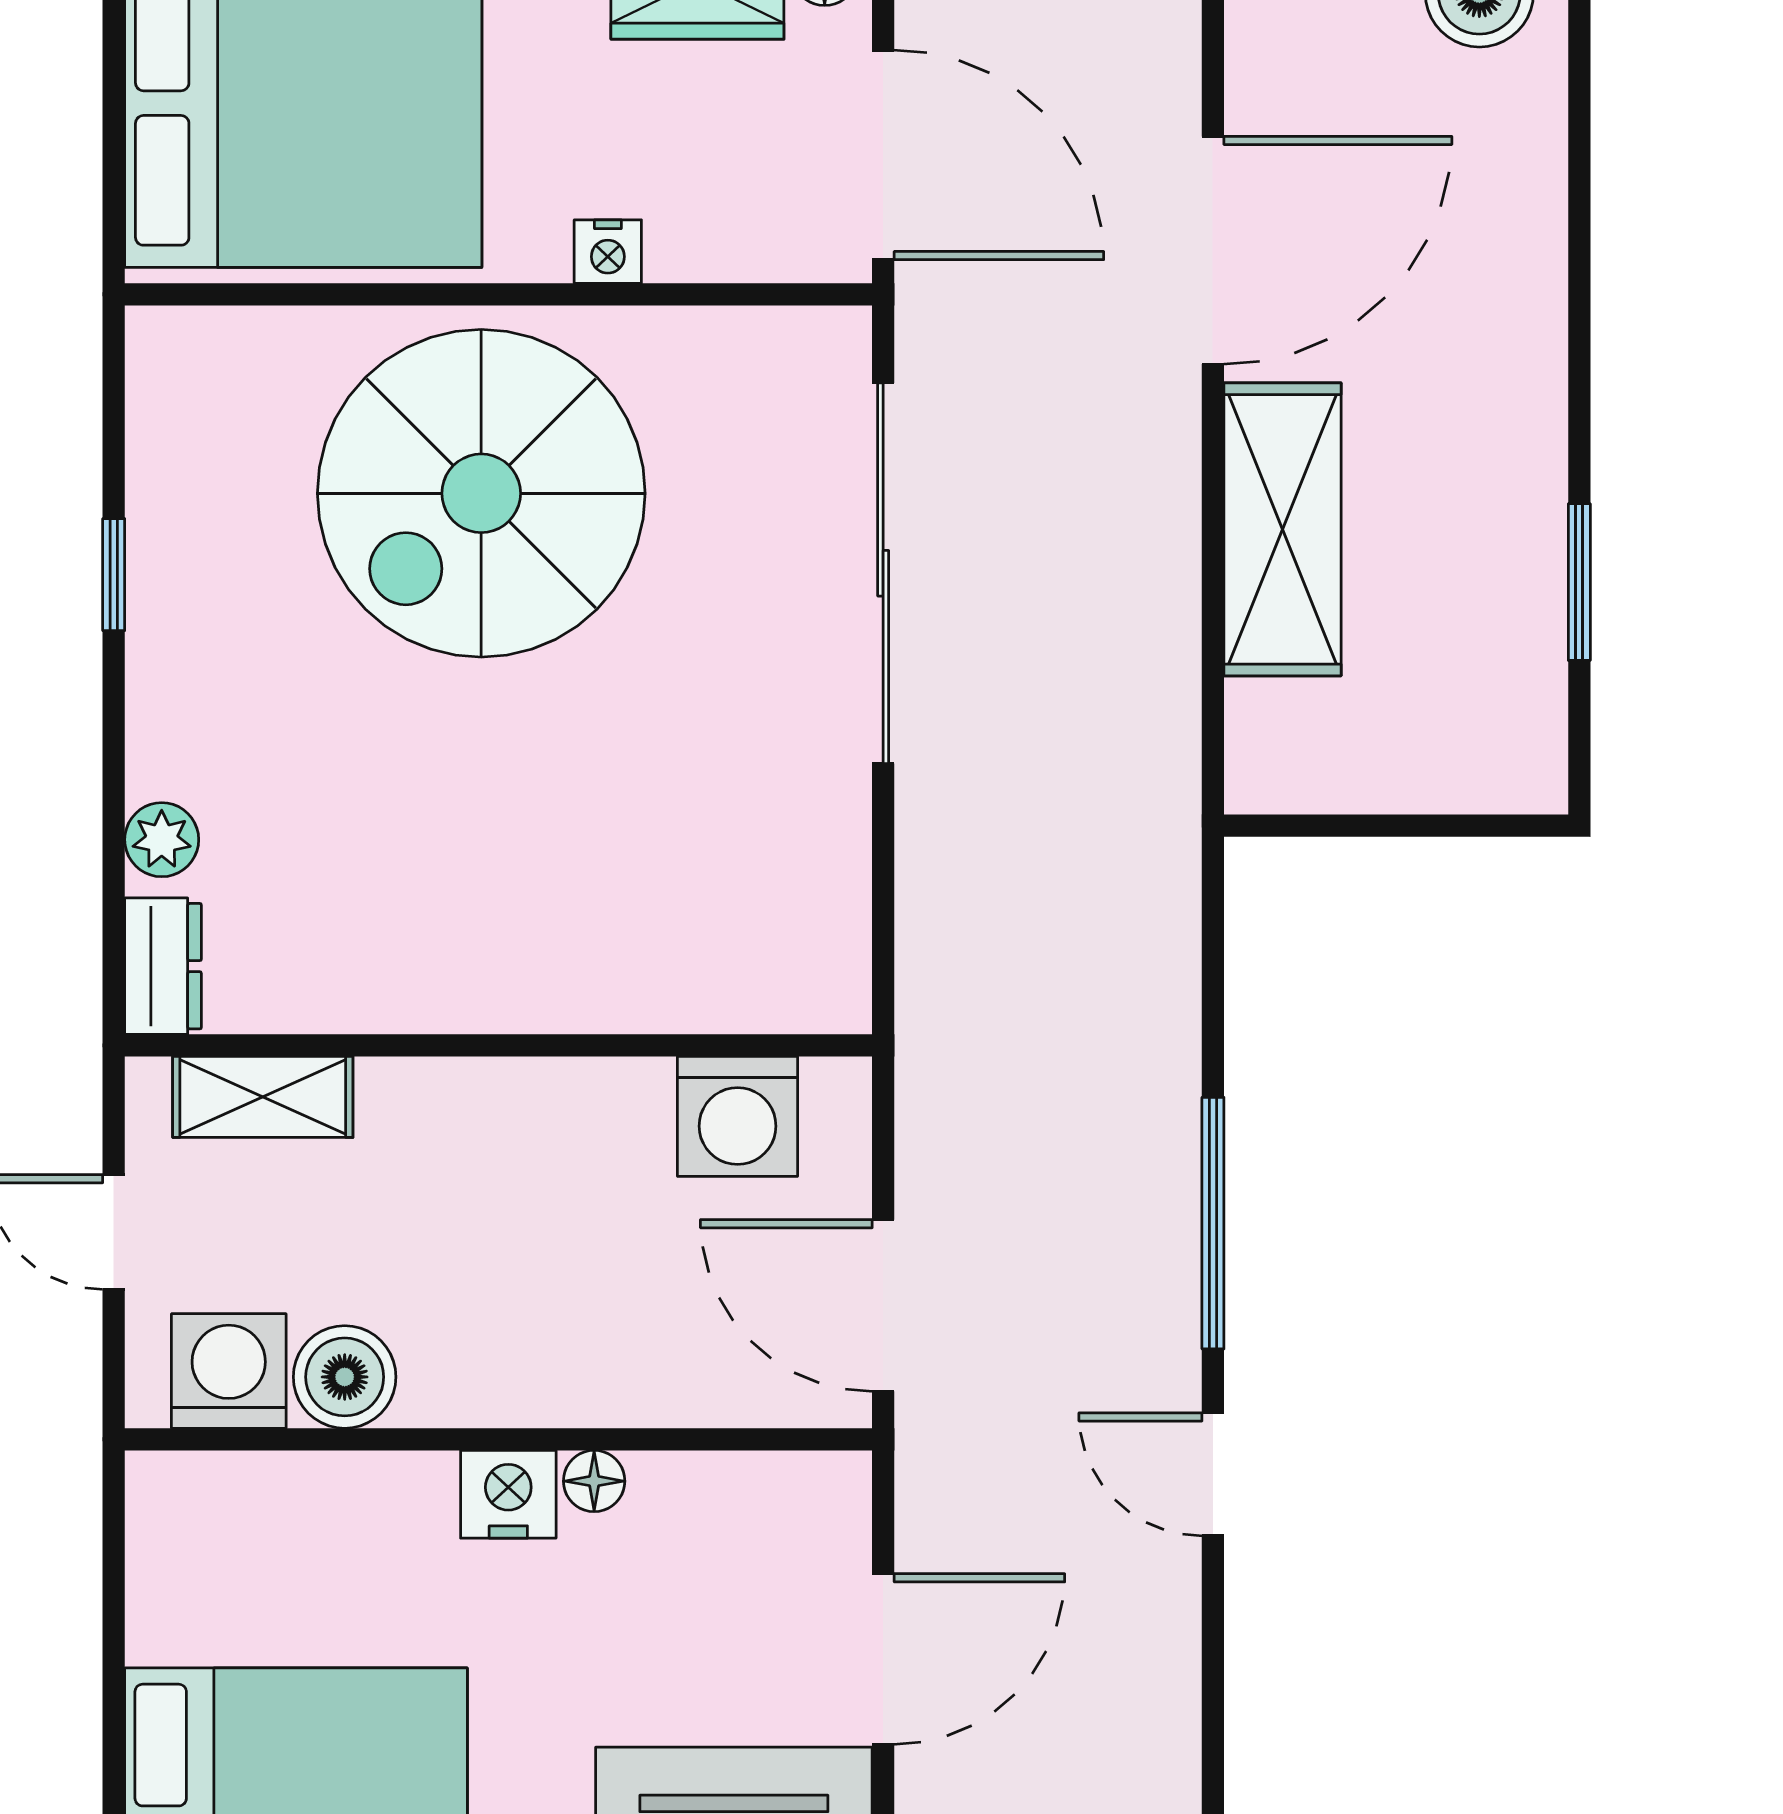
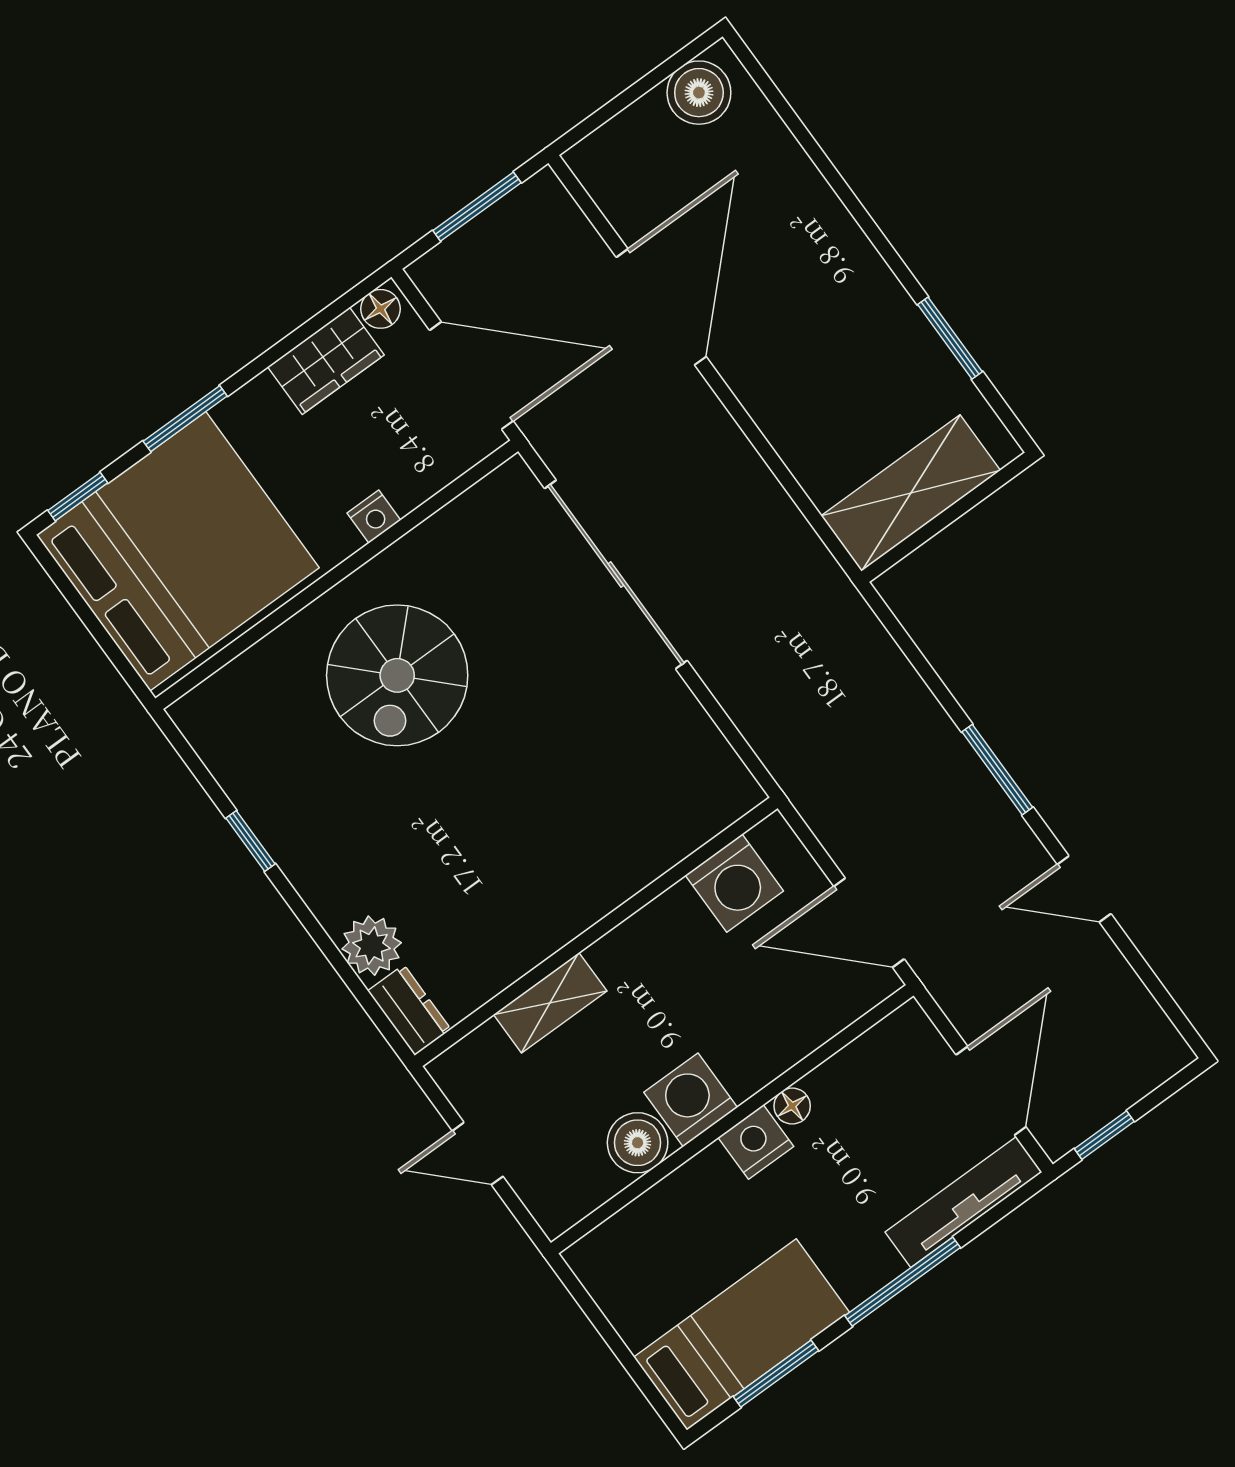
spiral stairs: (481, 493) -> (397, 675), width x0.73, depth x0.73
shelving: (1283, 529) -> (911, 493), moved, turned 90
plant: (162, 840) -> (372, 946), width x1.38, depth x1.38
shelving: (263, 1097) -> (550, 1003), moved
window: (1213, 1223) -> (997, 770), width x0.69
washing machine: (229, 1371) -> (691, 1100), moved

